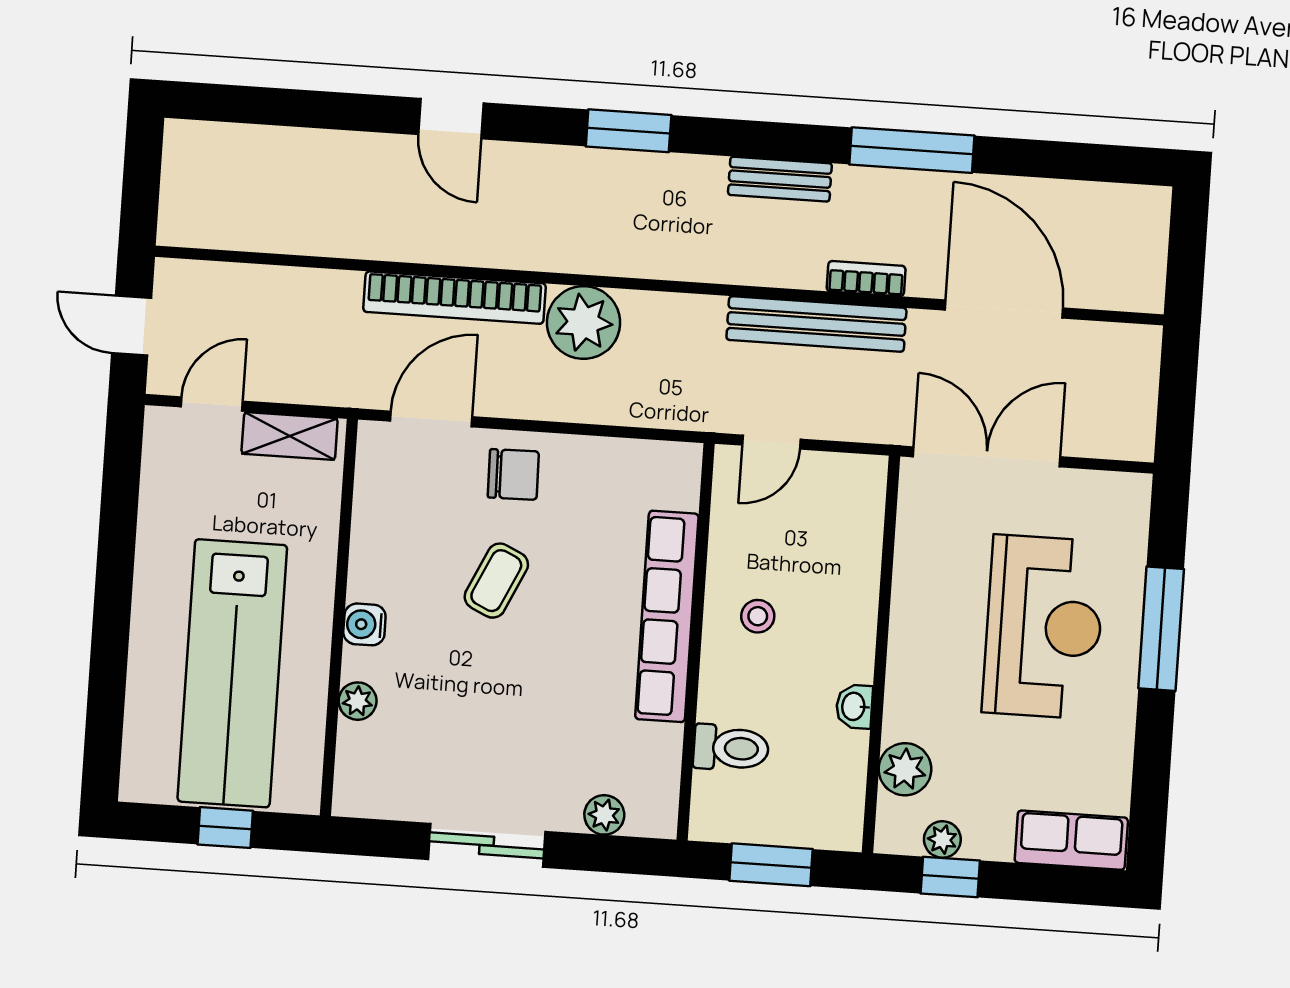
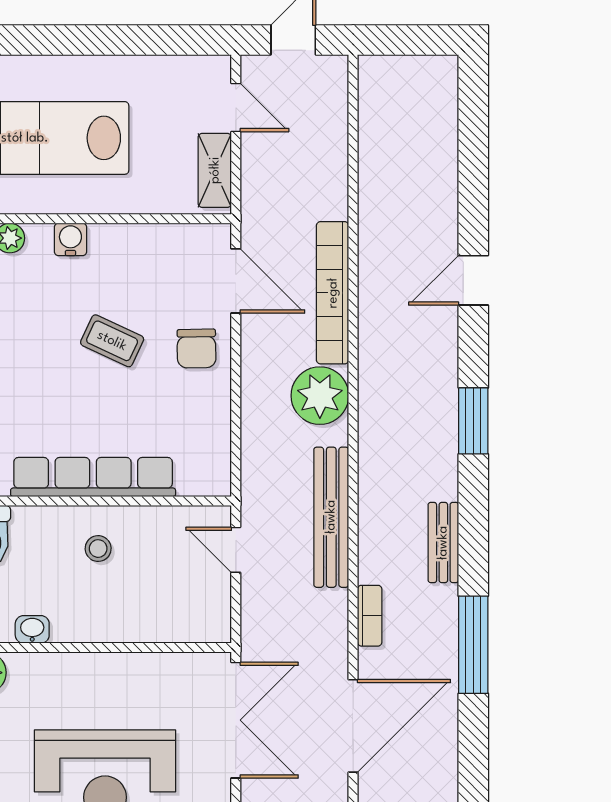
bench: (816, 324) -> (331, 517), moved

